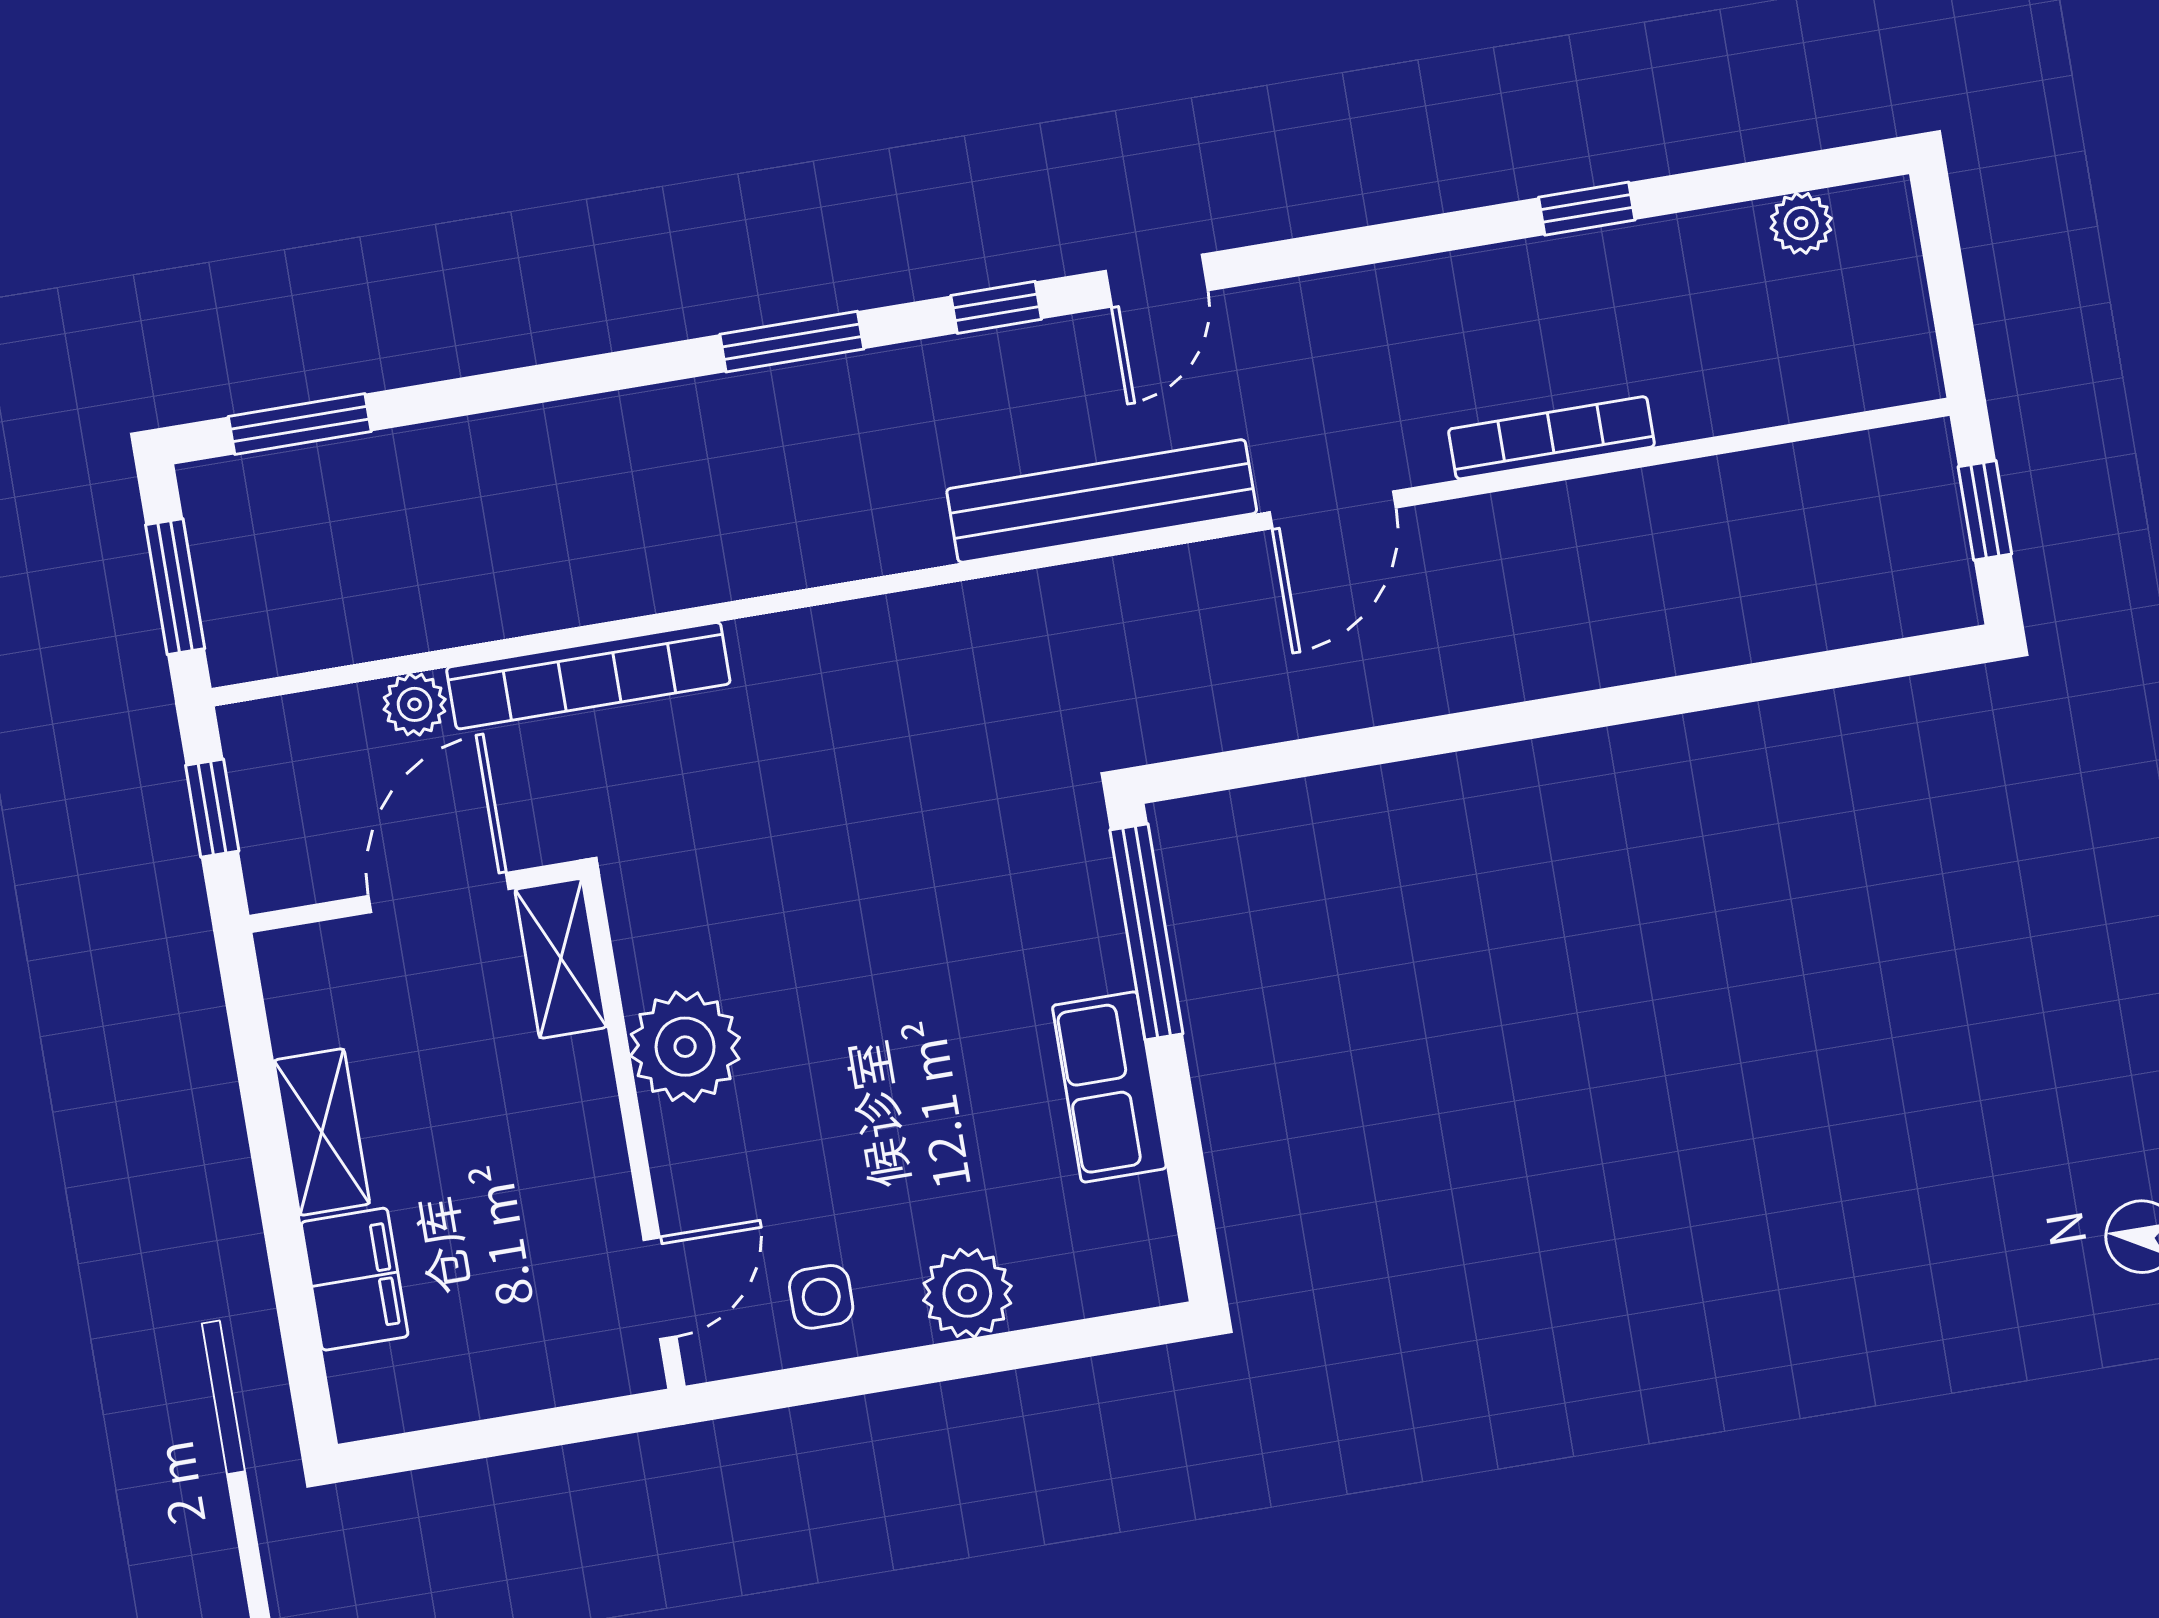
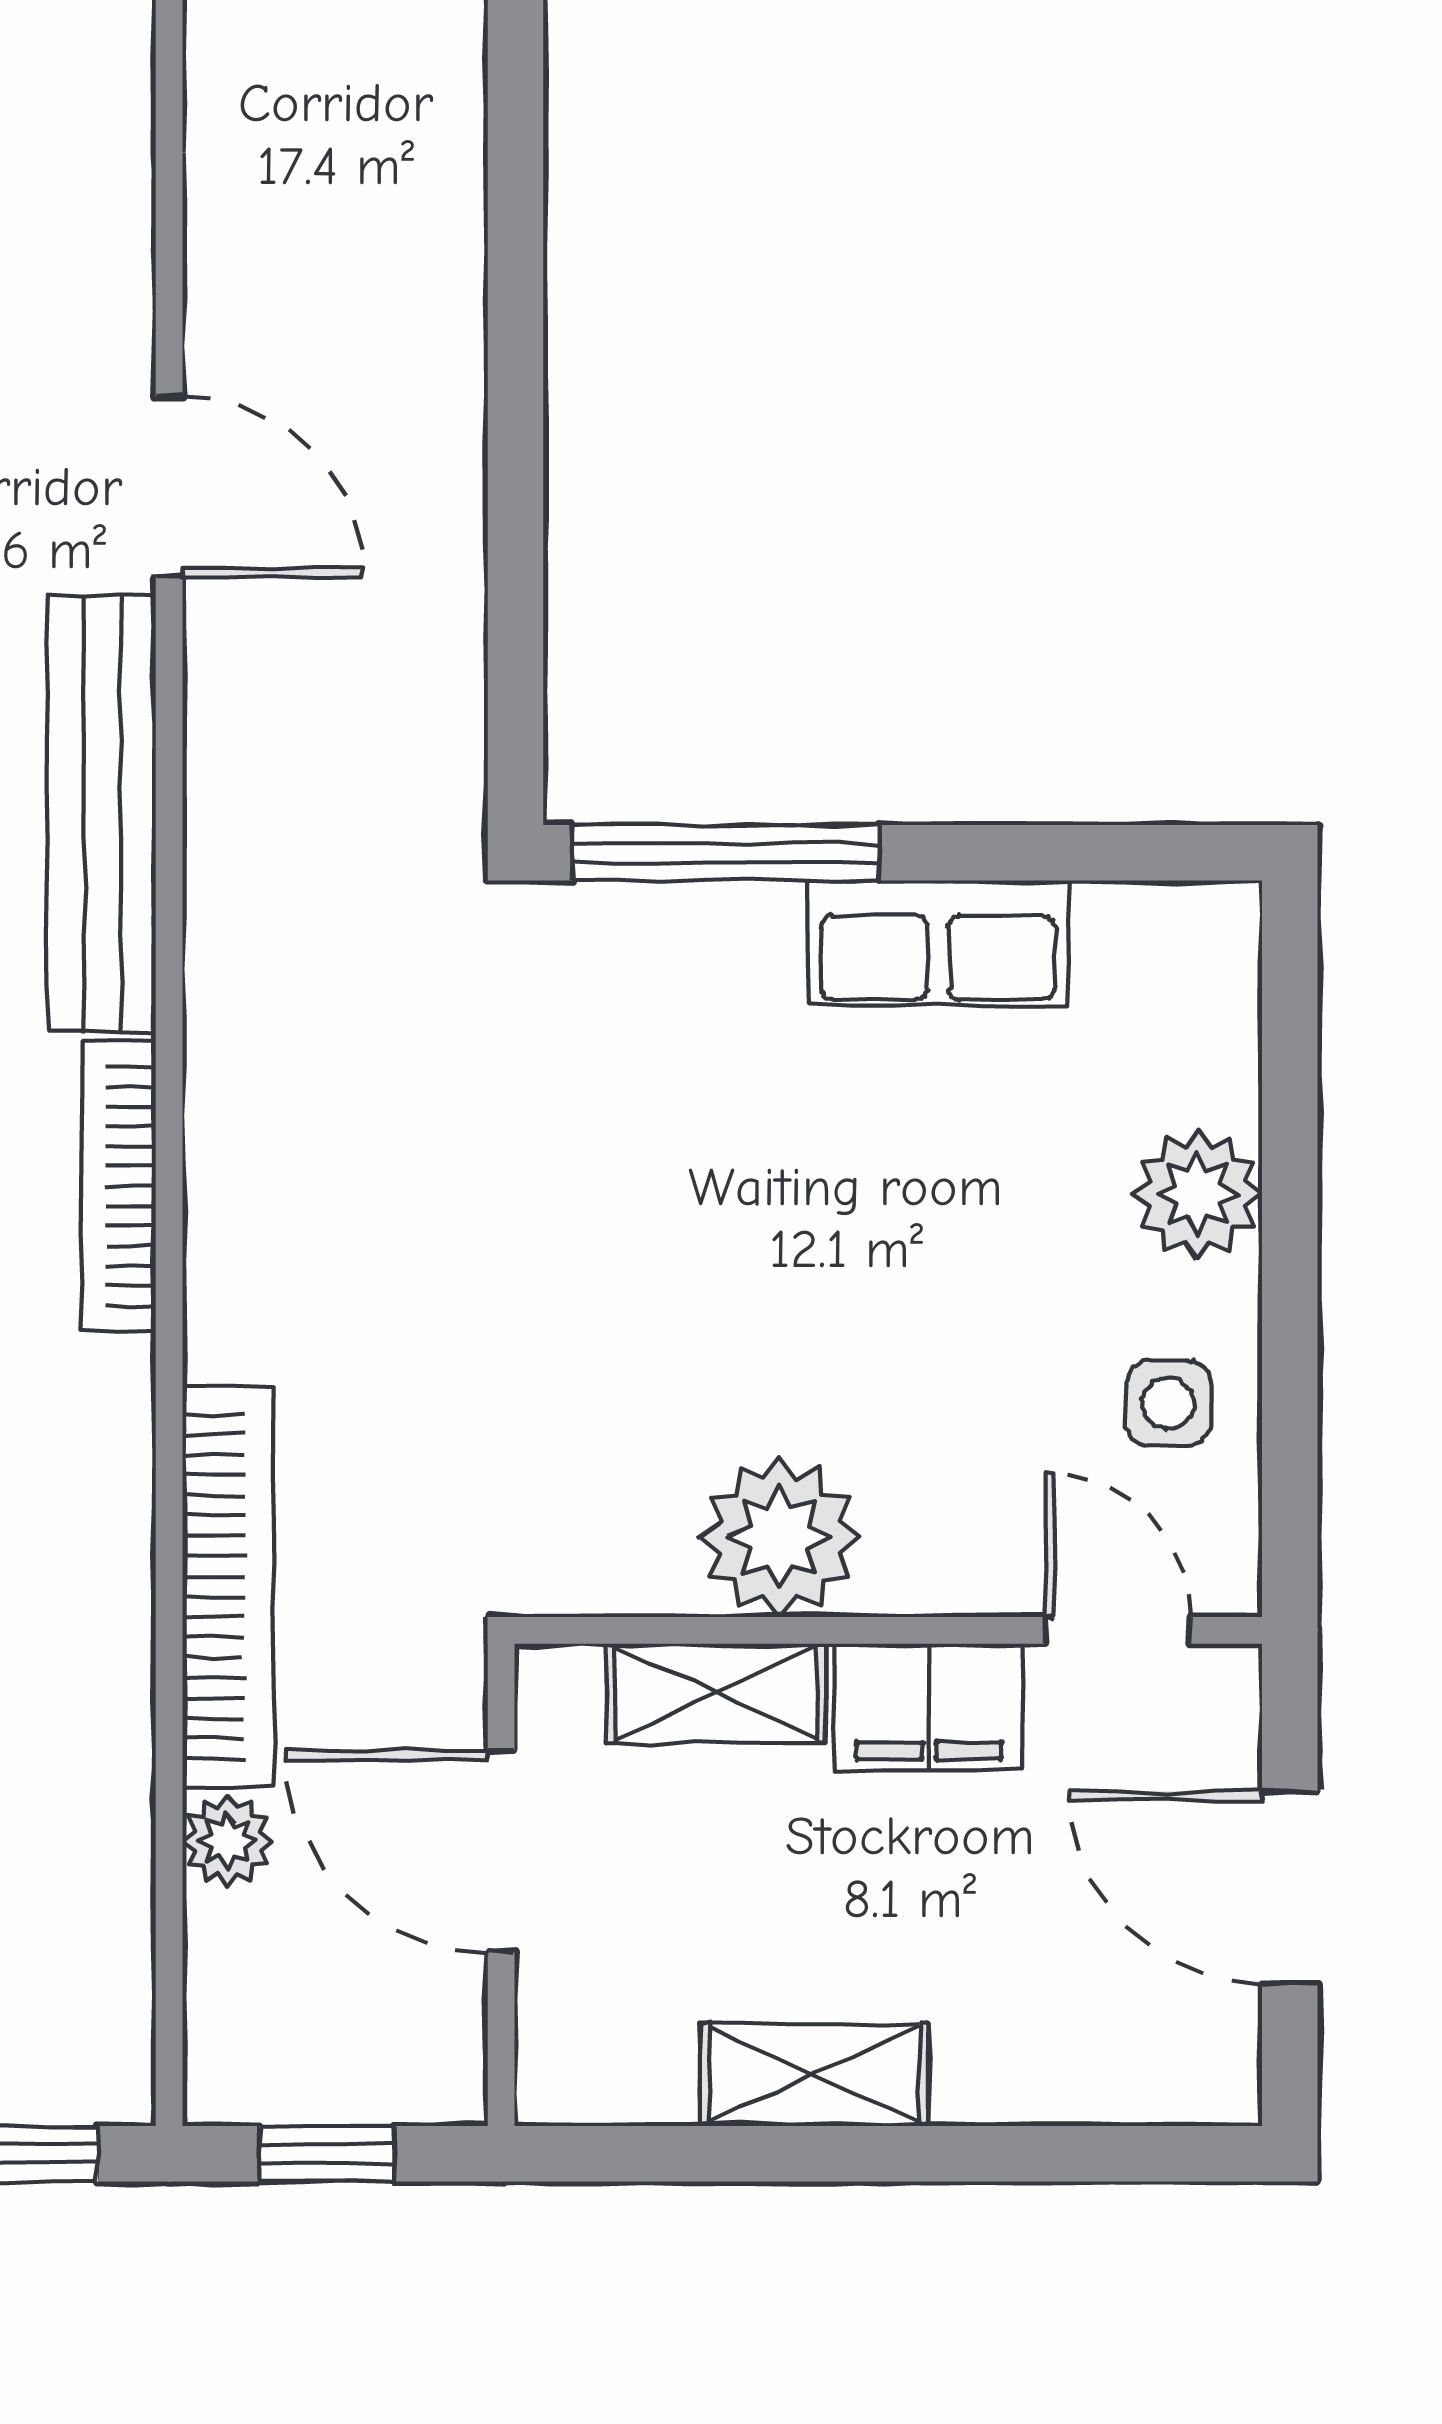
bookcase: (1552, 438) -> (119, 1186), moved
shelving: (561, 958) -> (716, 1693), moved
filing cabinet: (355, 1279) -> (929, 1707), moved, turned 180
door: (504, 1435) -> (1290, 1887), added

